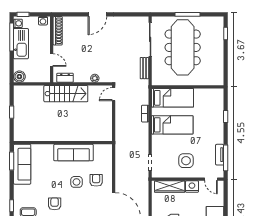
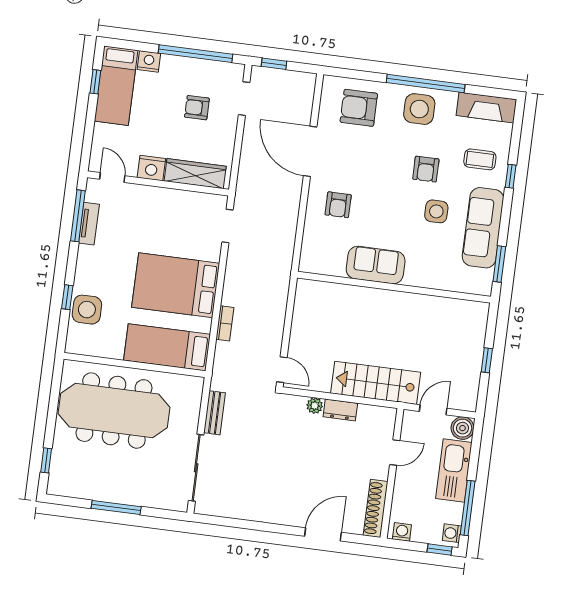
door: (97, 14) -> (323, 534), moved
kitchen sink: (21, 44) -> (454, 471), moved
meeting table: (183, 47) -> (114, 411), moved, turned 90
door: (52, 60) -> (395, 453), swing flipped
dresser: (65, 78) -> (340, 410), moved
door: (35, 84) -> (433, 410), added
door: (114, 94) -> (282, 370), hinge flipped
bed: (172, 125) -> (176, 285), width x1.50
sofa: (73, 153) -> (376, 265), width x0.73
side table: (186, 161) -> (87, 310), moved
sofa: (22, 164) -> (483, 228), moved
side table: (77, 182) -> (436, 211), moved

